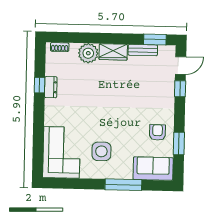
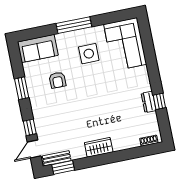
bench: (143, 50) -> (57, 158), moved
plant: (88, 53) -> (121, 141), removed
armchair: (158, 132) -> (57, 80), moved
window: (179, 143) -> (22, 88), moved
window: (123, 185) -> (74, 25), moved

